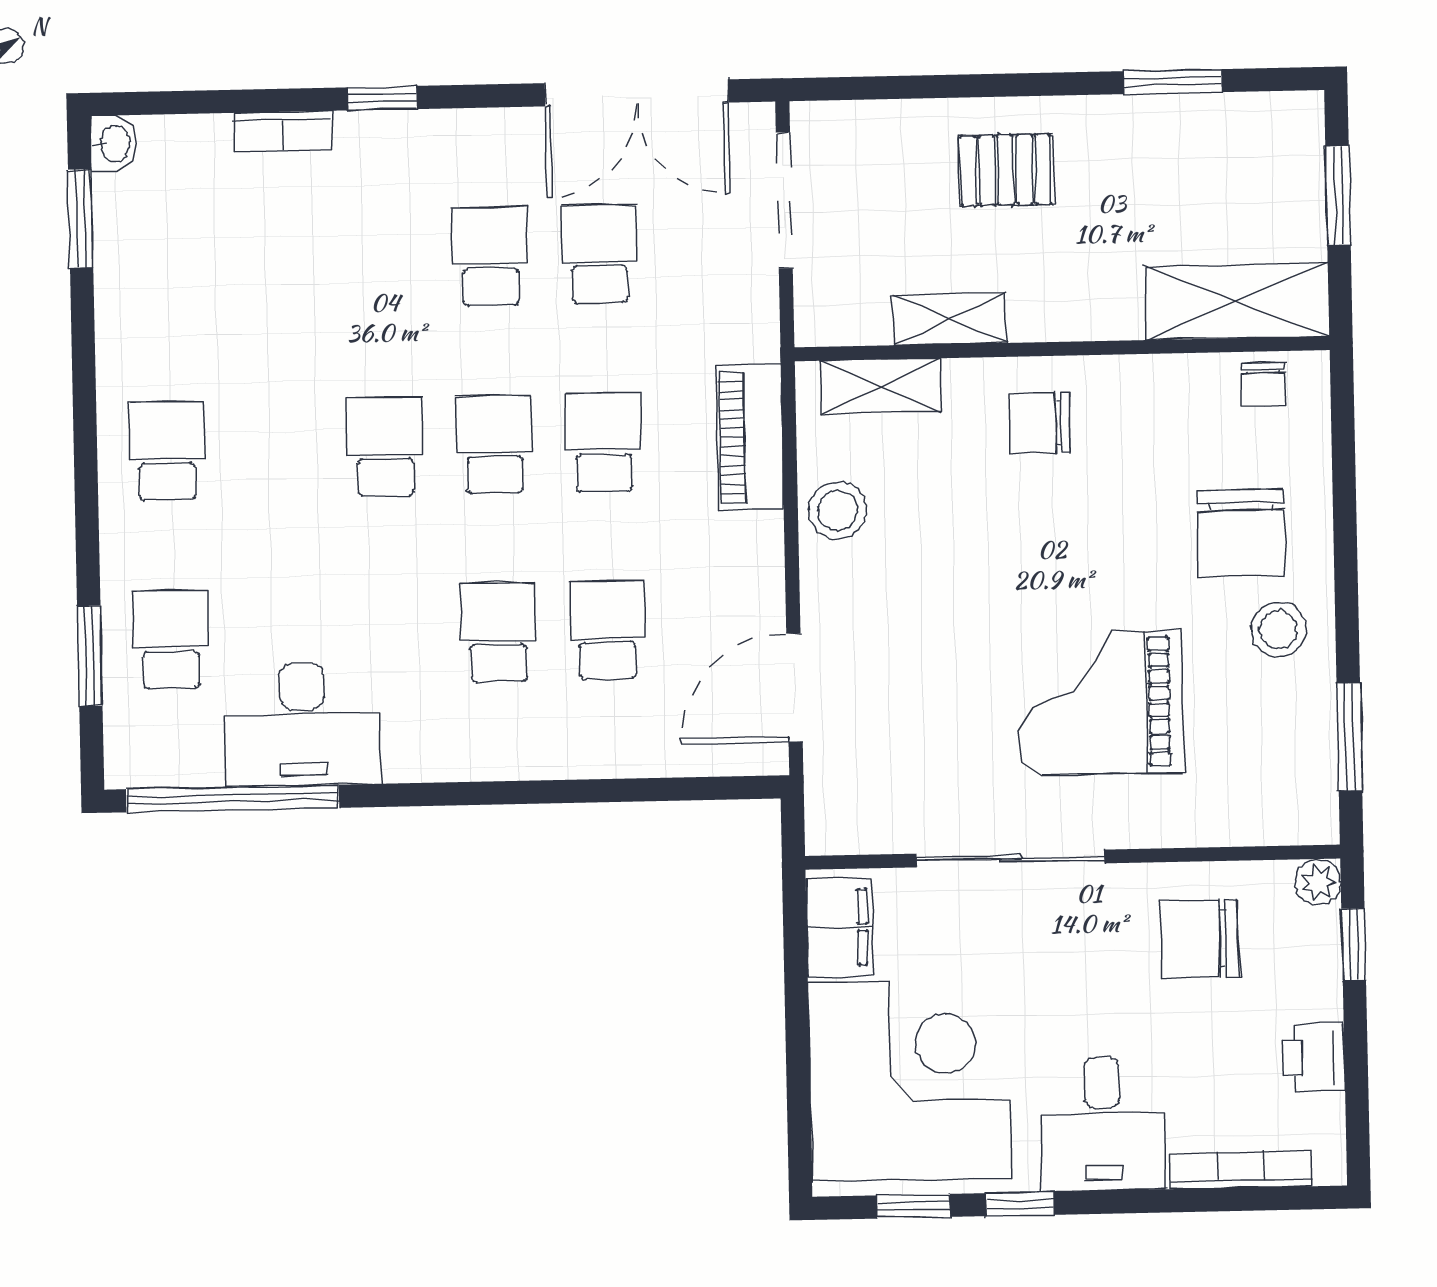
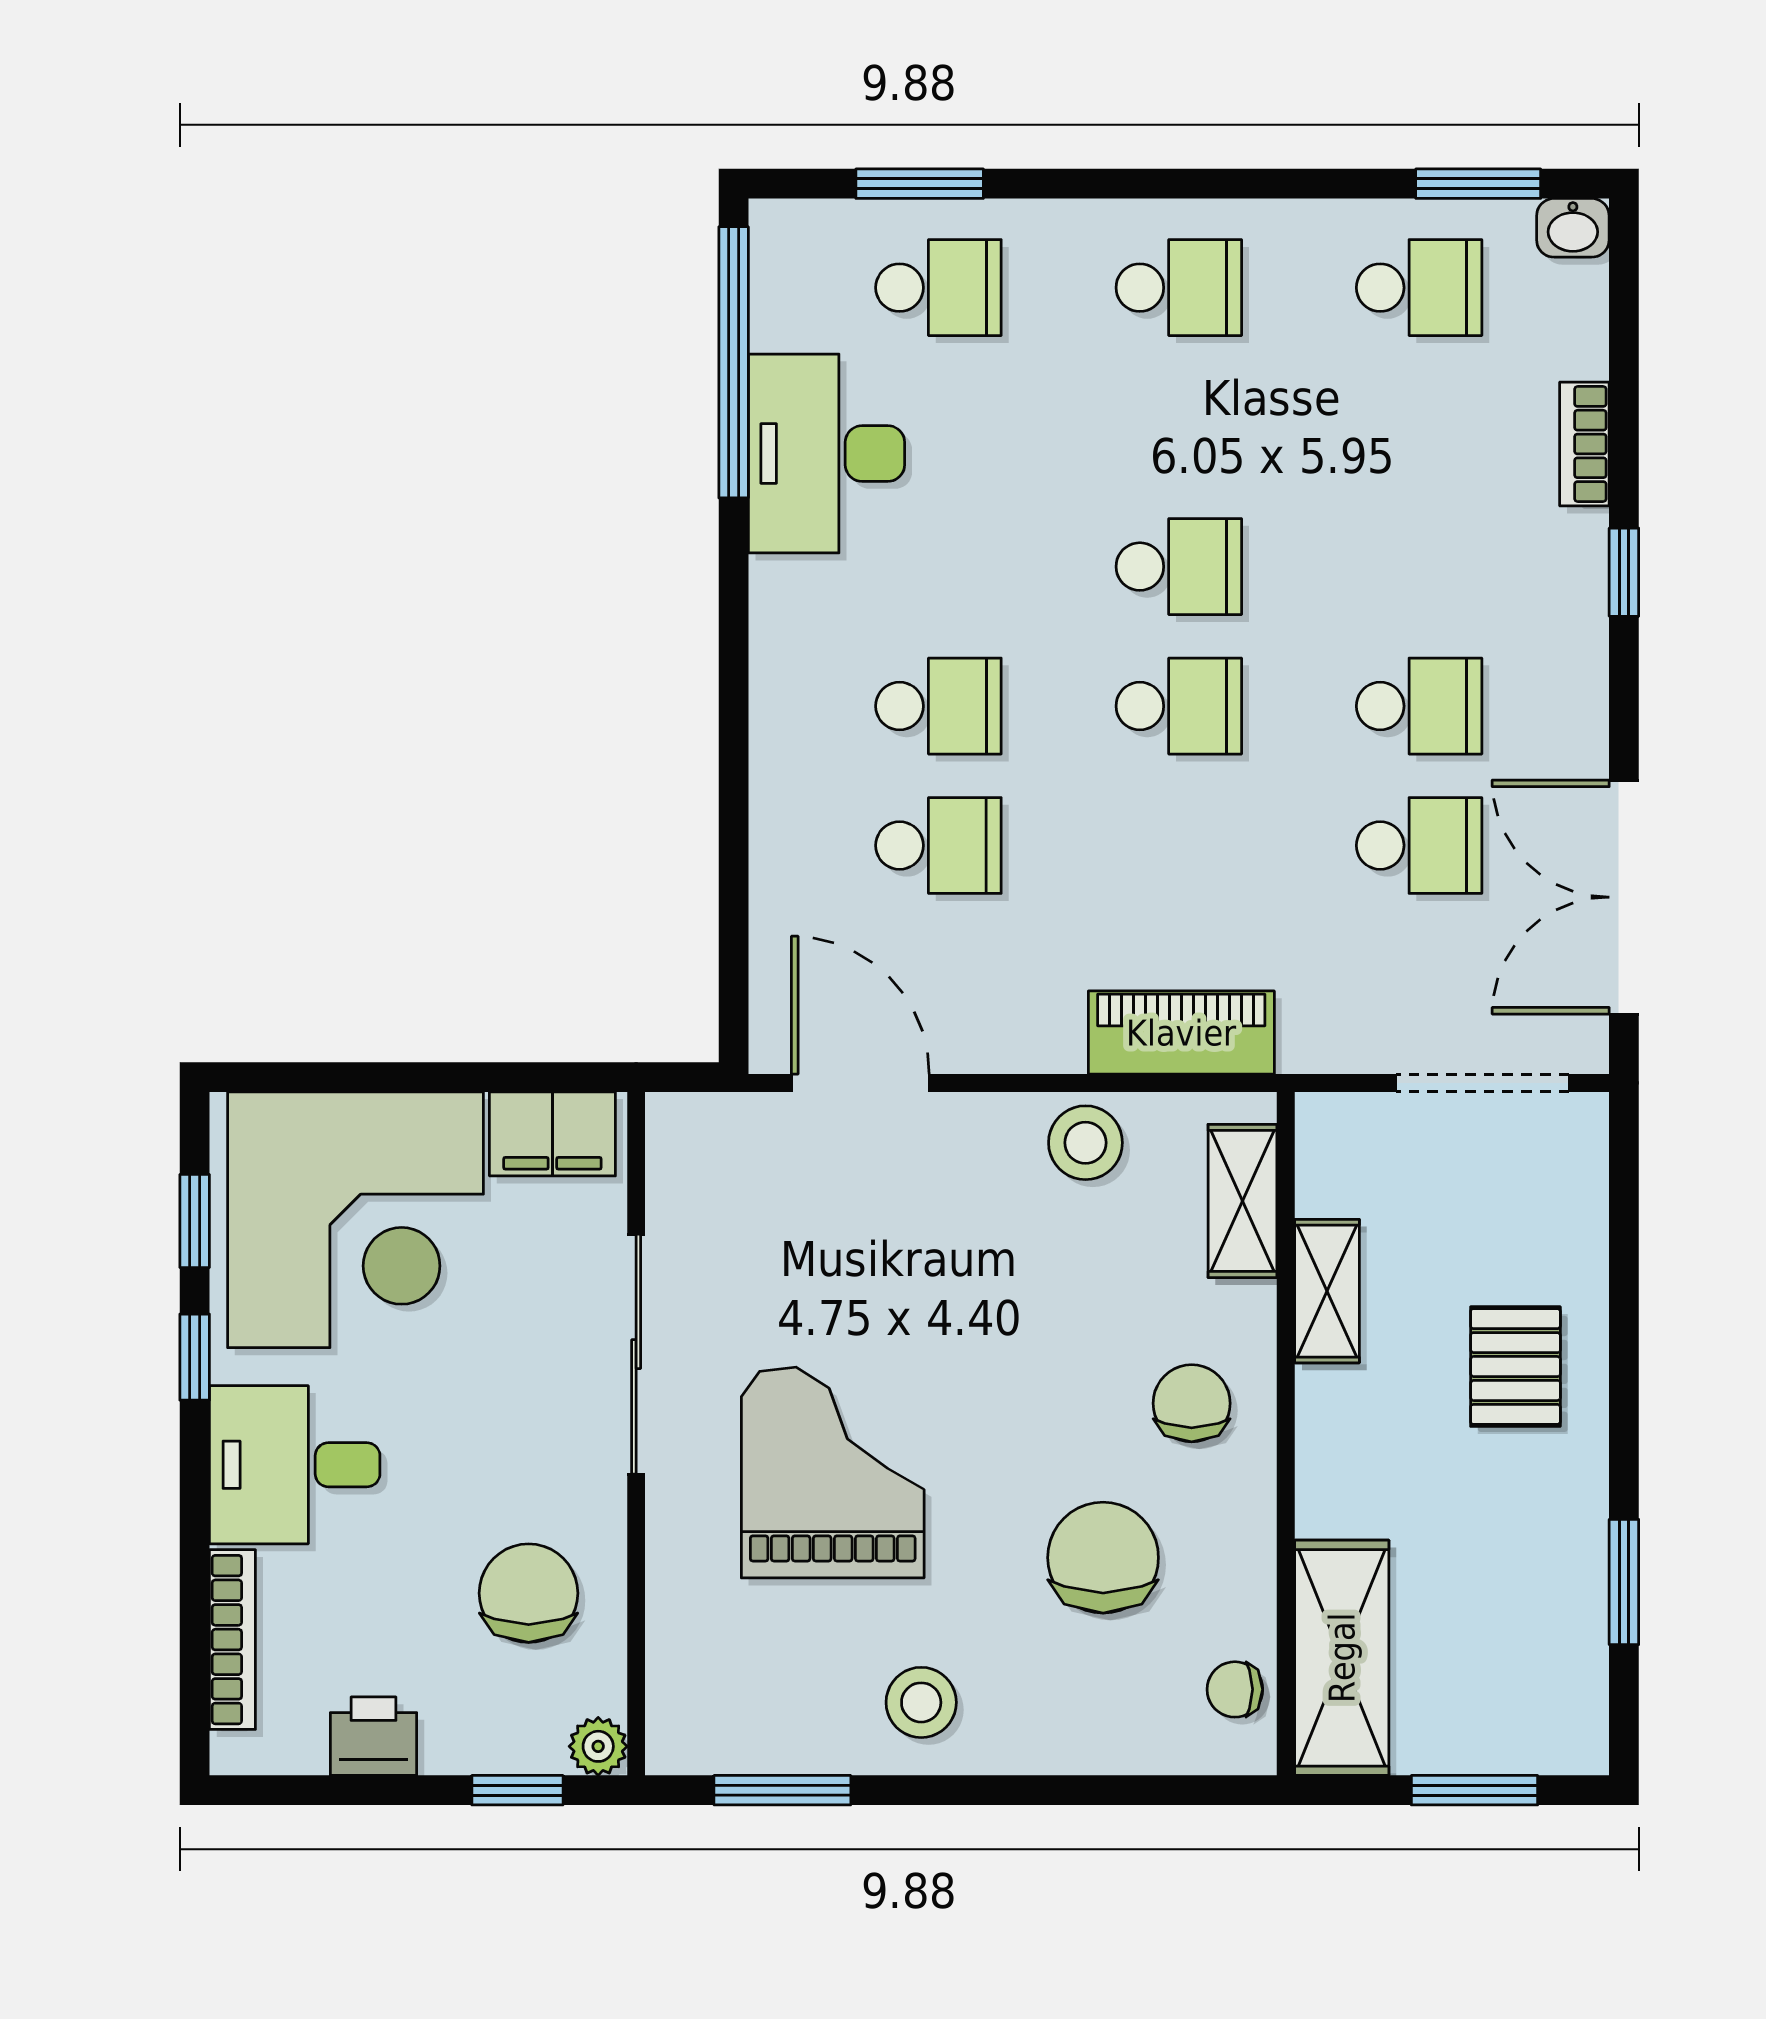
school desk: (603, 442) -> (1419, 288), moved
chair: (1241, 533) -> (1103, 1558), moved, turned 90

